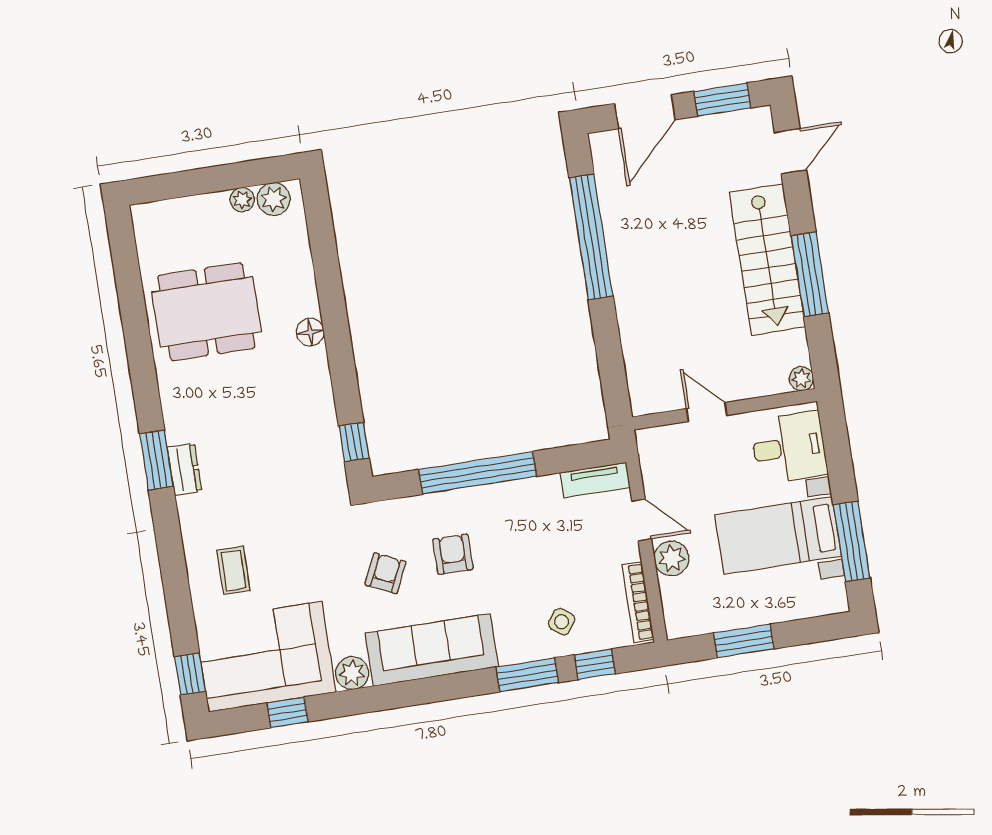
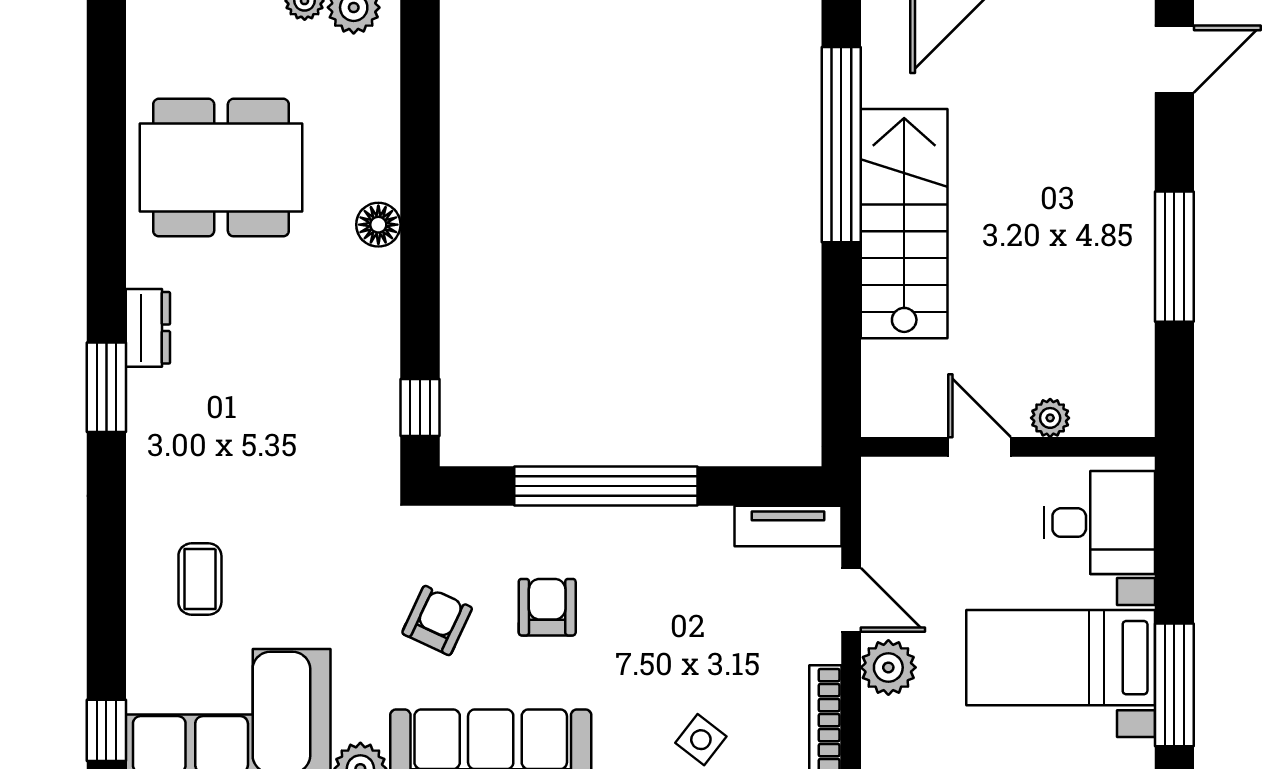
stairs: (767, 260) -> (904, 224), moved, turned 180
plant: (801, 379) -> (1050, 418), moved
dresser: (184, 469) -> (148, 328), moved

